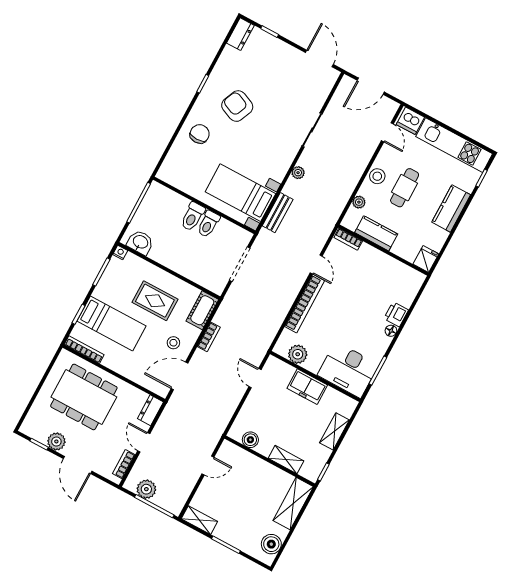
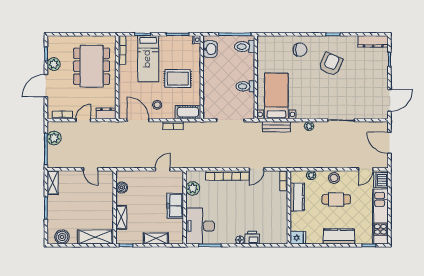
dresser: (240, 34) -> (373, 41), width x1.44
toilet: (193, 217) -> (245, 47), moved
rug: (155, 301) -> (178, 79), turned 90

